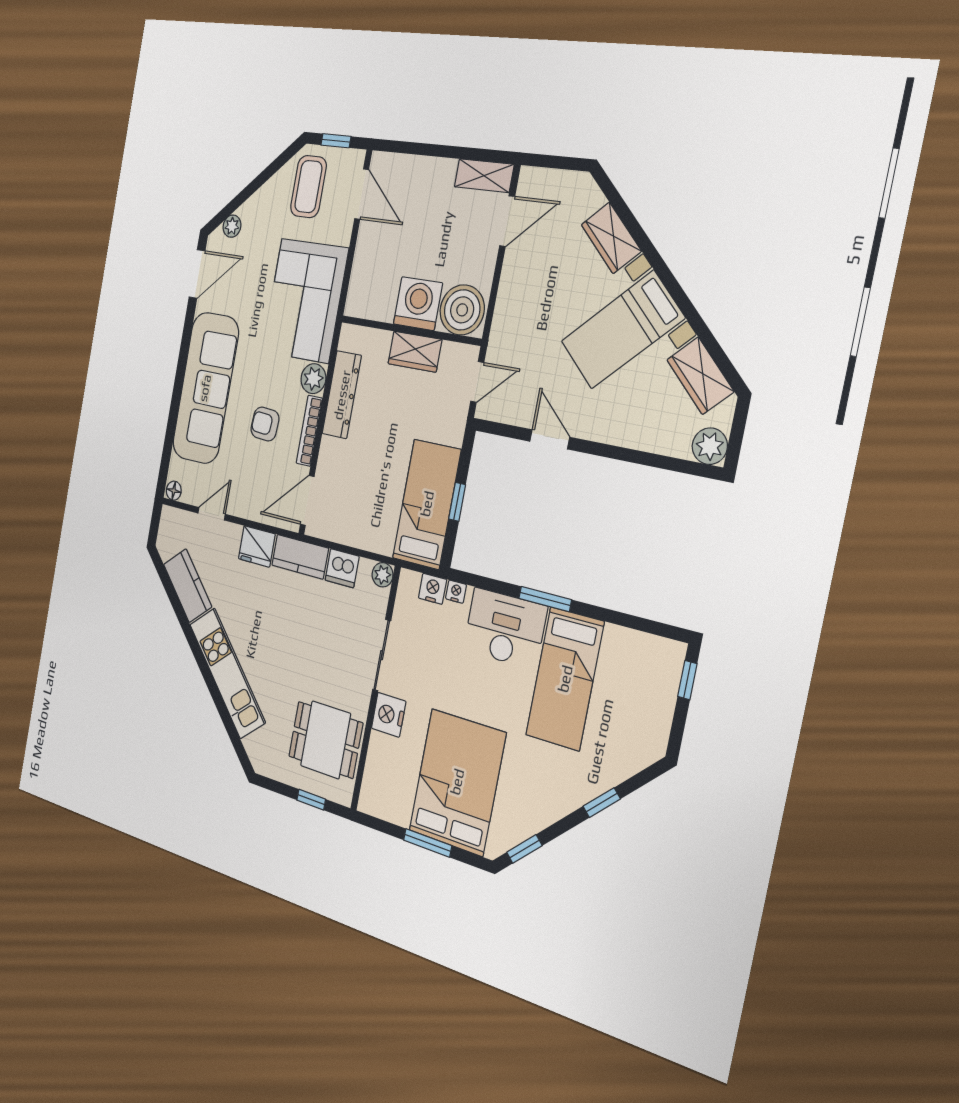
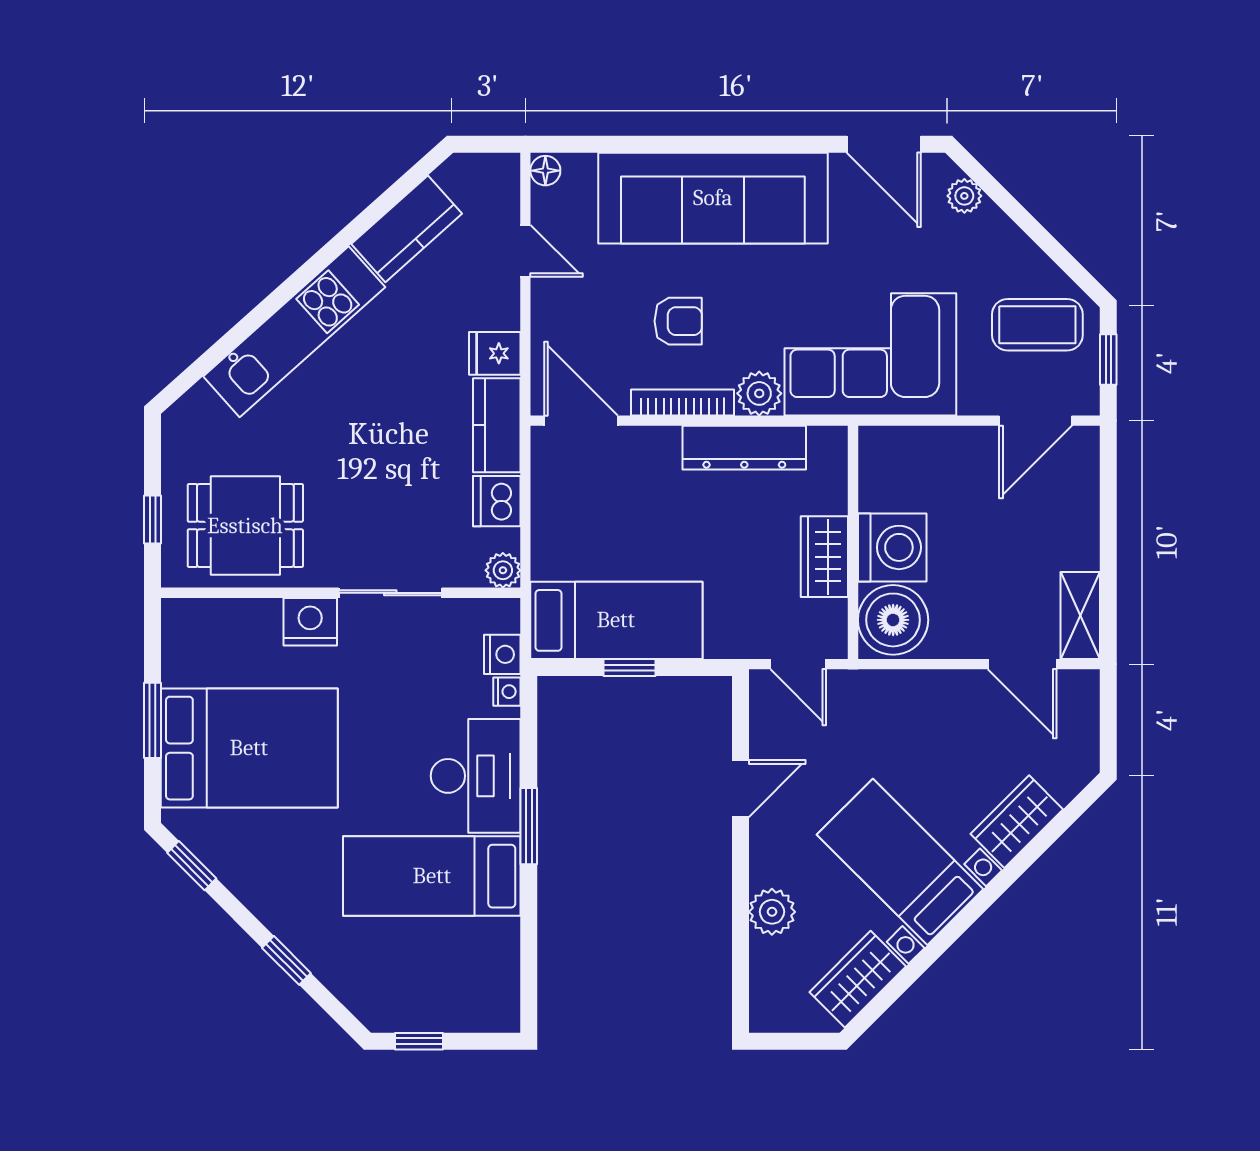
armchair: (265, 424) -> (678, 321), turned 86
plant: (710, 446) -> (772, 912), moved
fridge: (257, 546) -> (495, 353), width x0.72
window: (687, 680) -> (419, 1041), moved
dining table: (326, 740) -> (245, 526), turned 90

